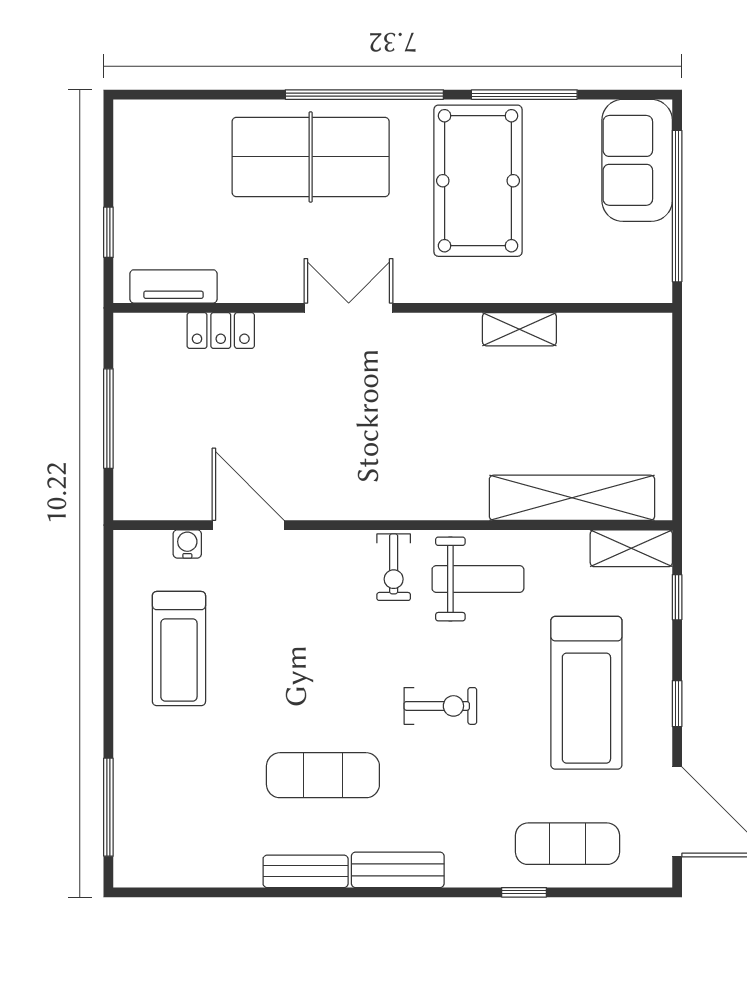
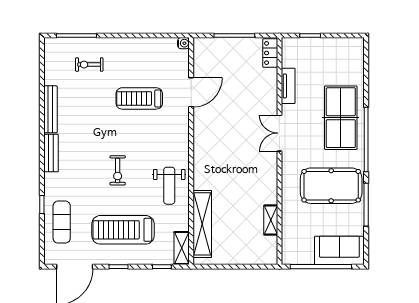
tv unit: (173, 286) -> (288, 86), moved
double door: (349, 308) -> (279, 133), swing flipped
shelving: (519, 329) -> (271, 220), moved
locker: (221, 331) -> (270, 53), moved
water cooler: (187, 544) -> (183, 43), moved
exercise bike: (394, 567) -> (89, 65), moved
treadmill: (179, 649) -> (139, 98), moved
exercise mat: (323, 775) -> (89, 123), removed
bench: (306, 871) -> (50, 109), width x1.36

